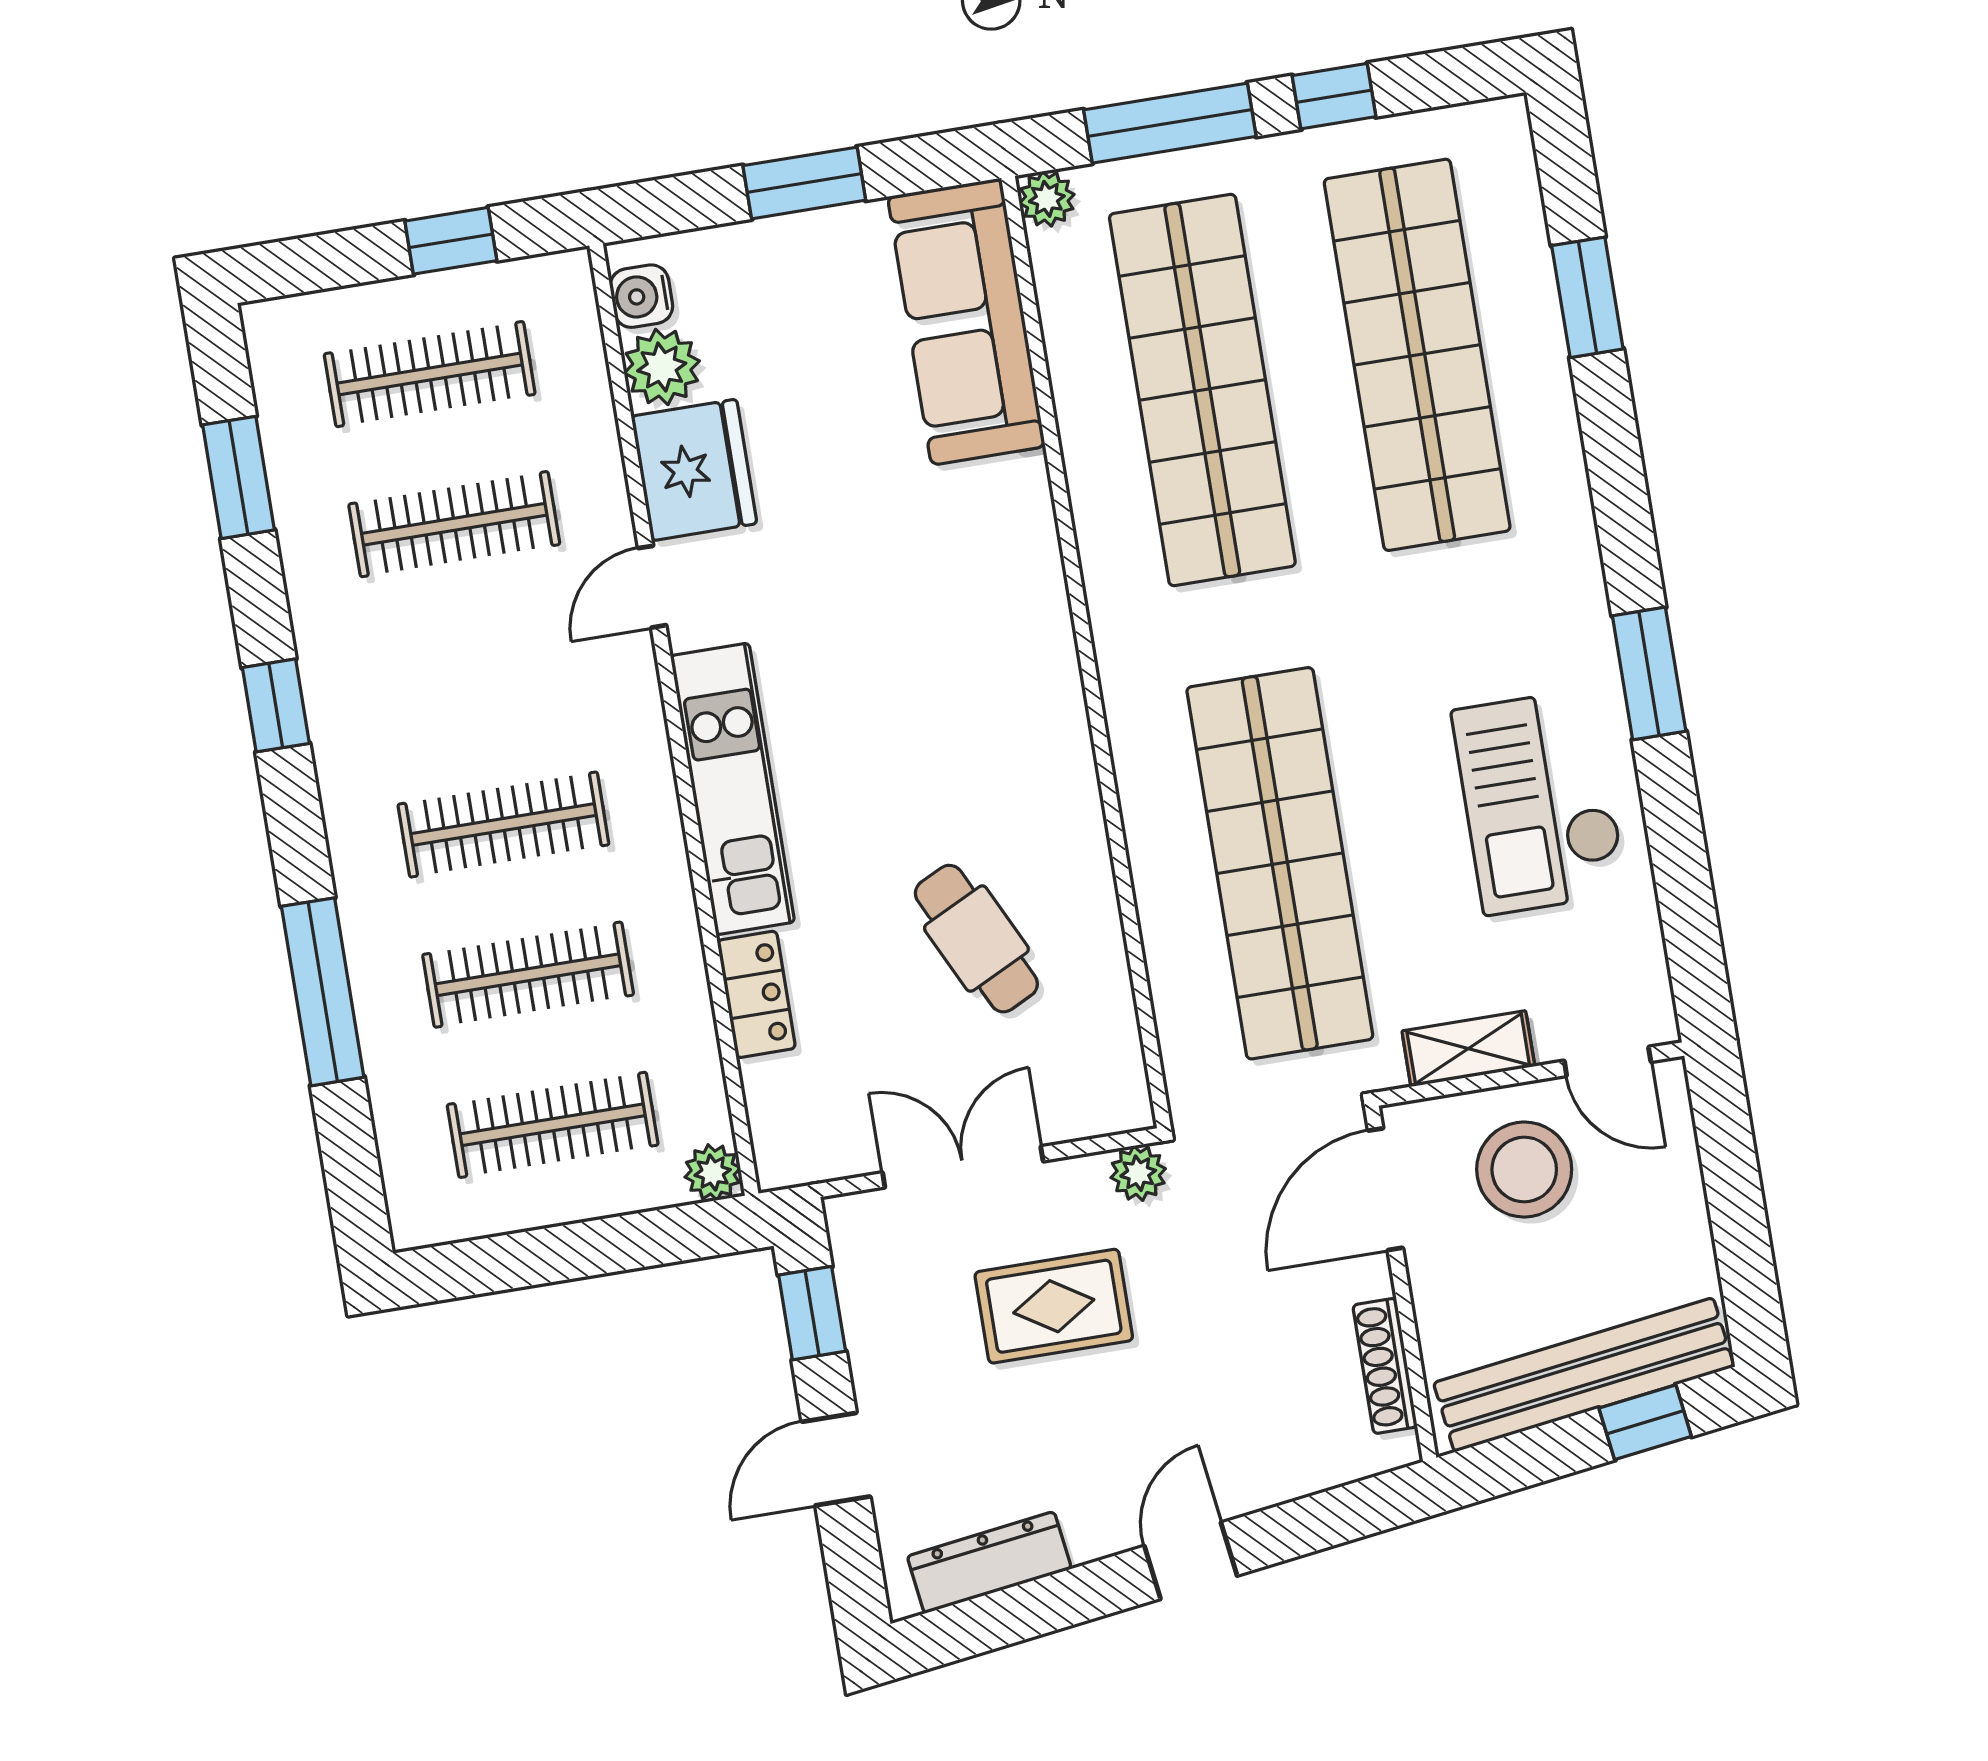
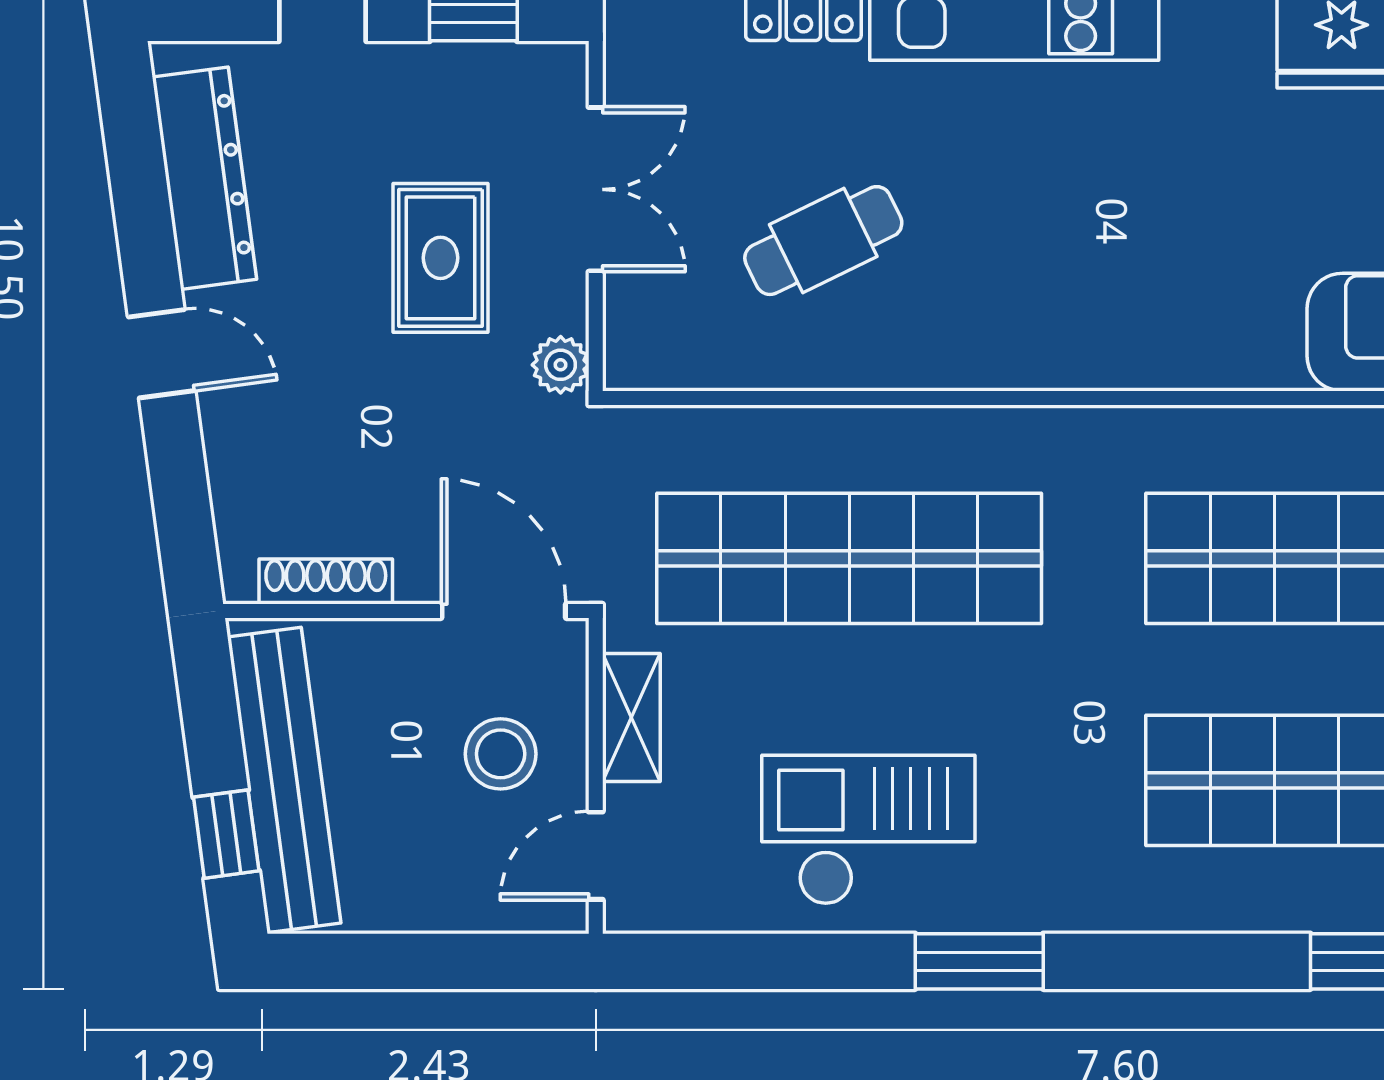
stool: (1524, 1169) -> (501, 754), width x0.73, depth x0.73
dresser: (989, 1562) -> (204, 178), width x1.37, depth x1.24

